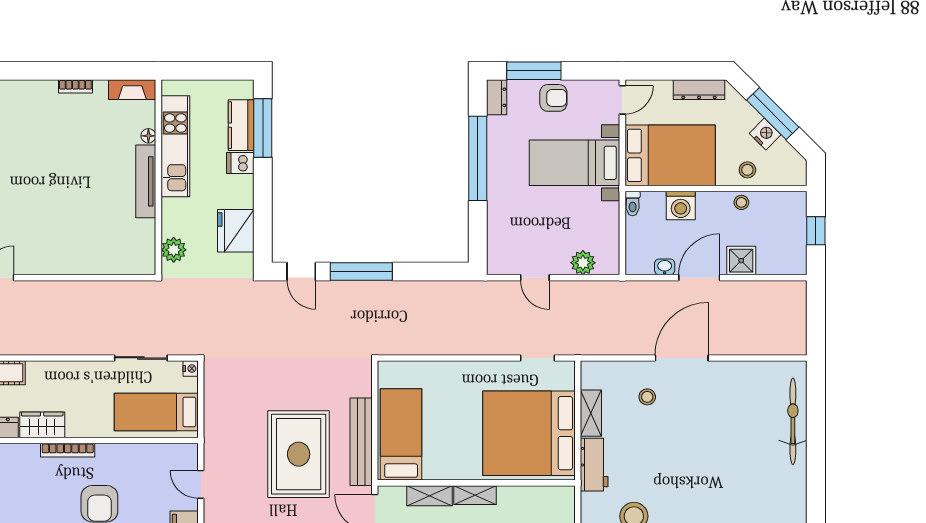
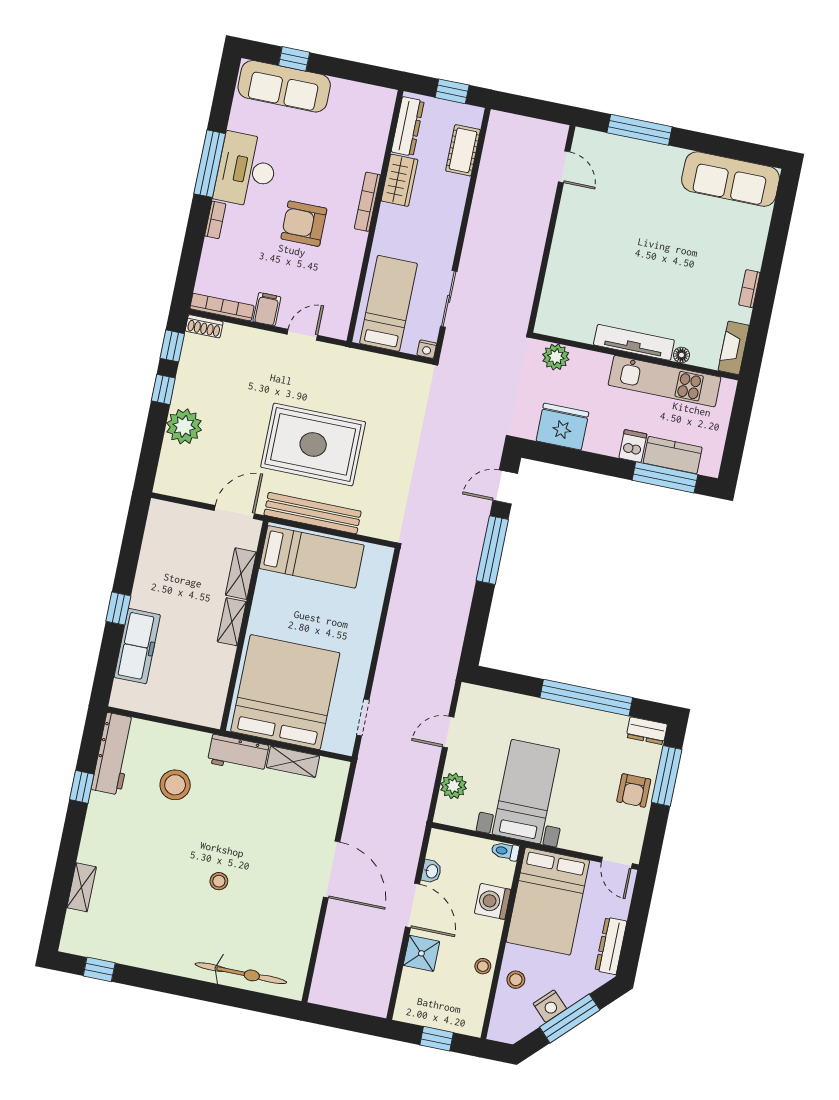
bed with nightstands: (575, 163) -> (526, 792), moved
stool: (647, 397) -> (219, 881), moved

